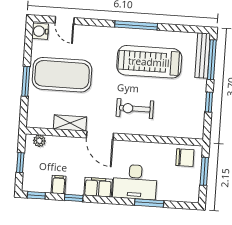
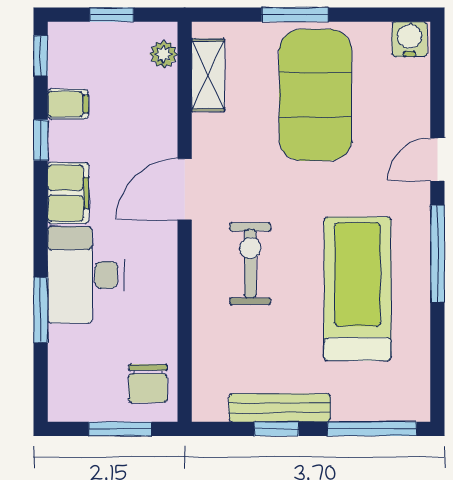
door: (65, 20) -> (437, 160), moved
bench: (203, 56) -> (280, 408), moved
shelving: (70, 123) -> (208, 75), moved

